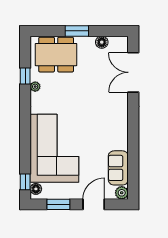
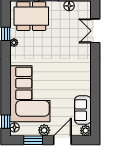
double door: (133, 72) -> (95, 31), width x0.73
plant: (72, 192) -> (44, 130), added

